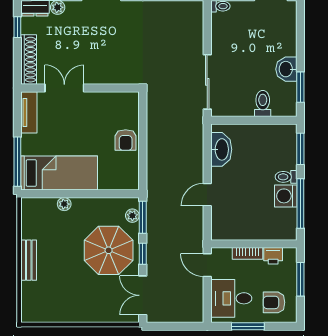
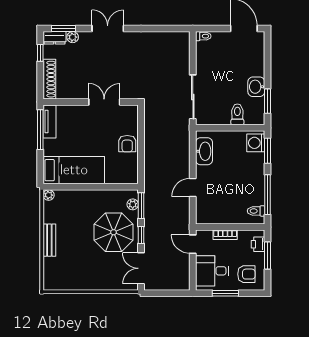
double door: (64, 88) -> (104, 102), moved
window: (17, 162) -> (40, 130), moved
toilet: (286, 177) -> (256, 211), moved
washing machine: (286, 196) -> (256, 143), moved
plant: (64, 204) -> (49, 195), moved
printer: (273, 256) -> (258, 244), moved, turned 90
armchair: (274, 302) -> (246, 274), turned 180

